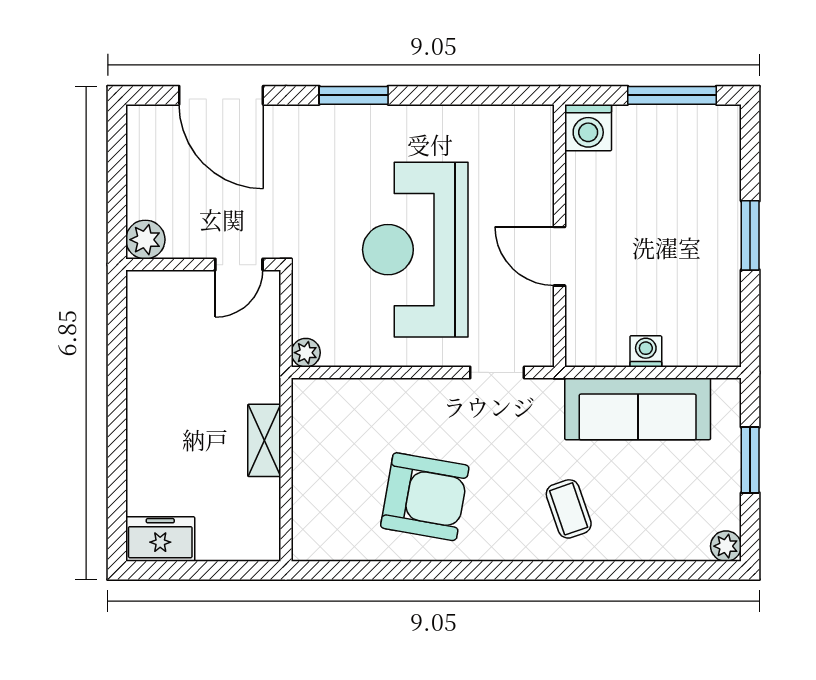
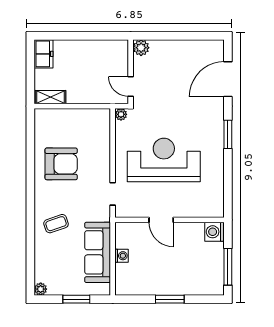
plant: (145, 240) -> (141, 48), moved
door: (559, 256) -> (161, 220), swing flipped
wall: (203, 265) -> (131, 72), moved
door: (239, 265) -> (131, 87), moved
shelving: (264, 440) -> (51, 97), moved
armchair: (425, 497) -> (61, 164), turned -100

